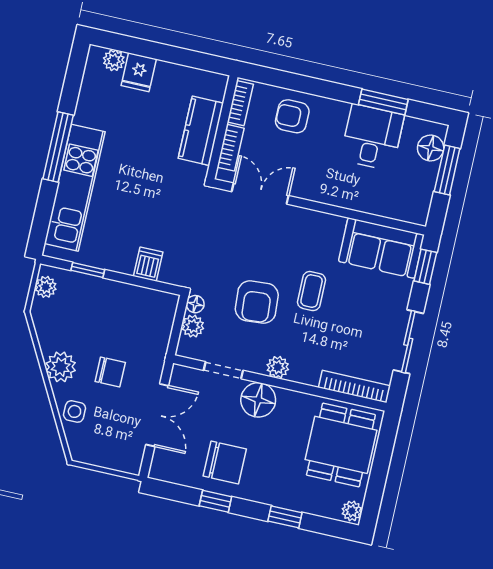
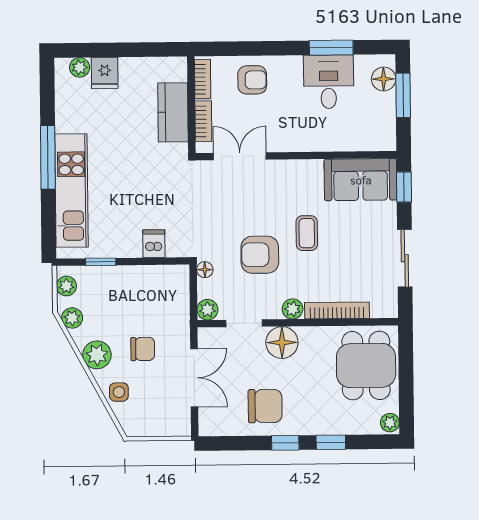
armchair: (292, 116) -> (252, 80), turned 180
armchair: (257, 302) -> (260, 255), turned 94
plant: (44, 322) -> (72, 318), added
plant: (193, 326) -> (207, 310), moved
bookcase: (354, 387) -> (337, 310), moved
window: (215, 501) -> (285, 443), moved

